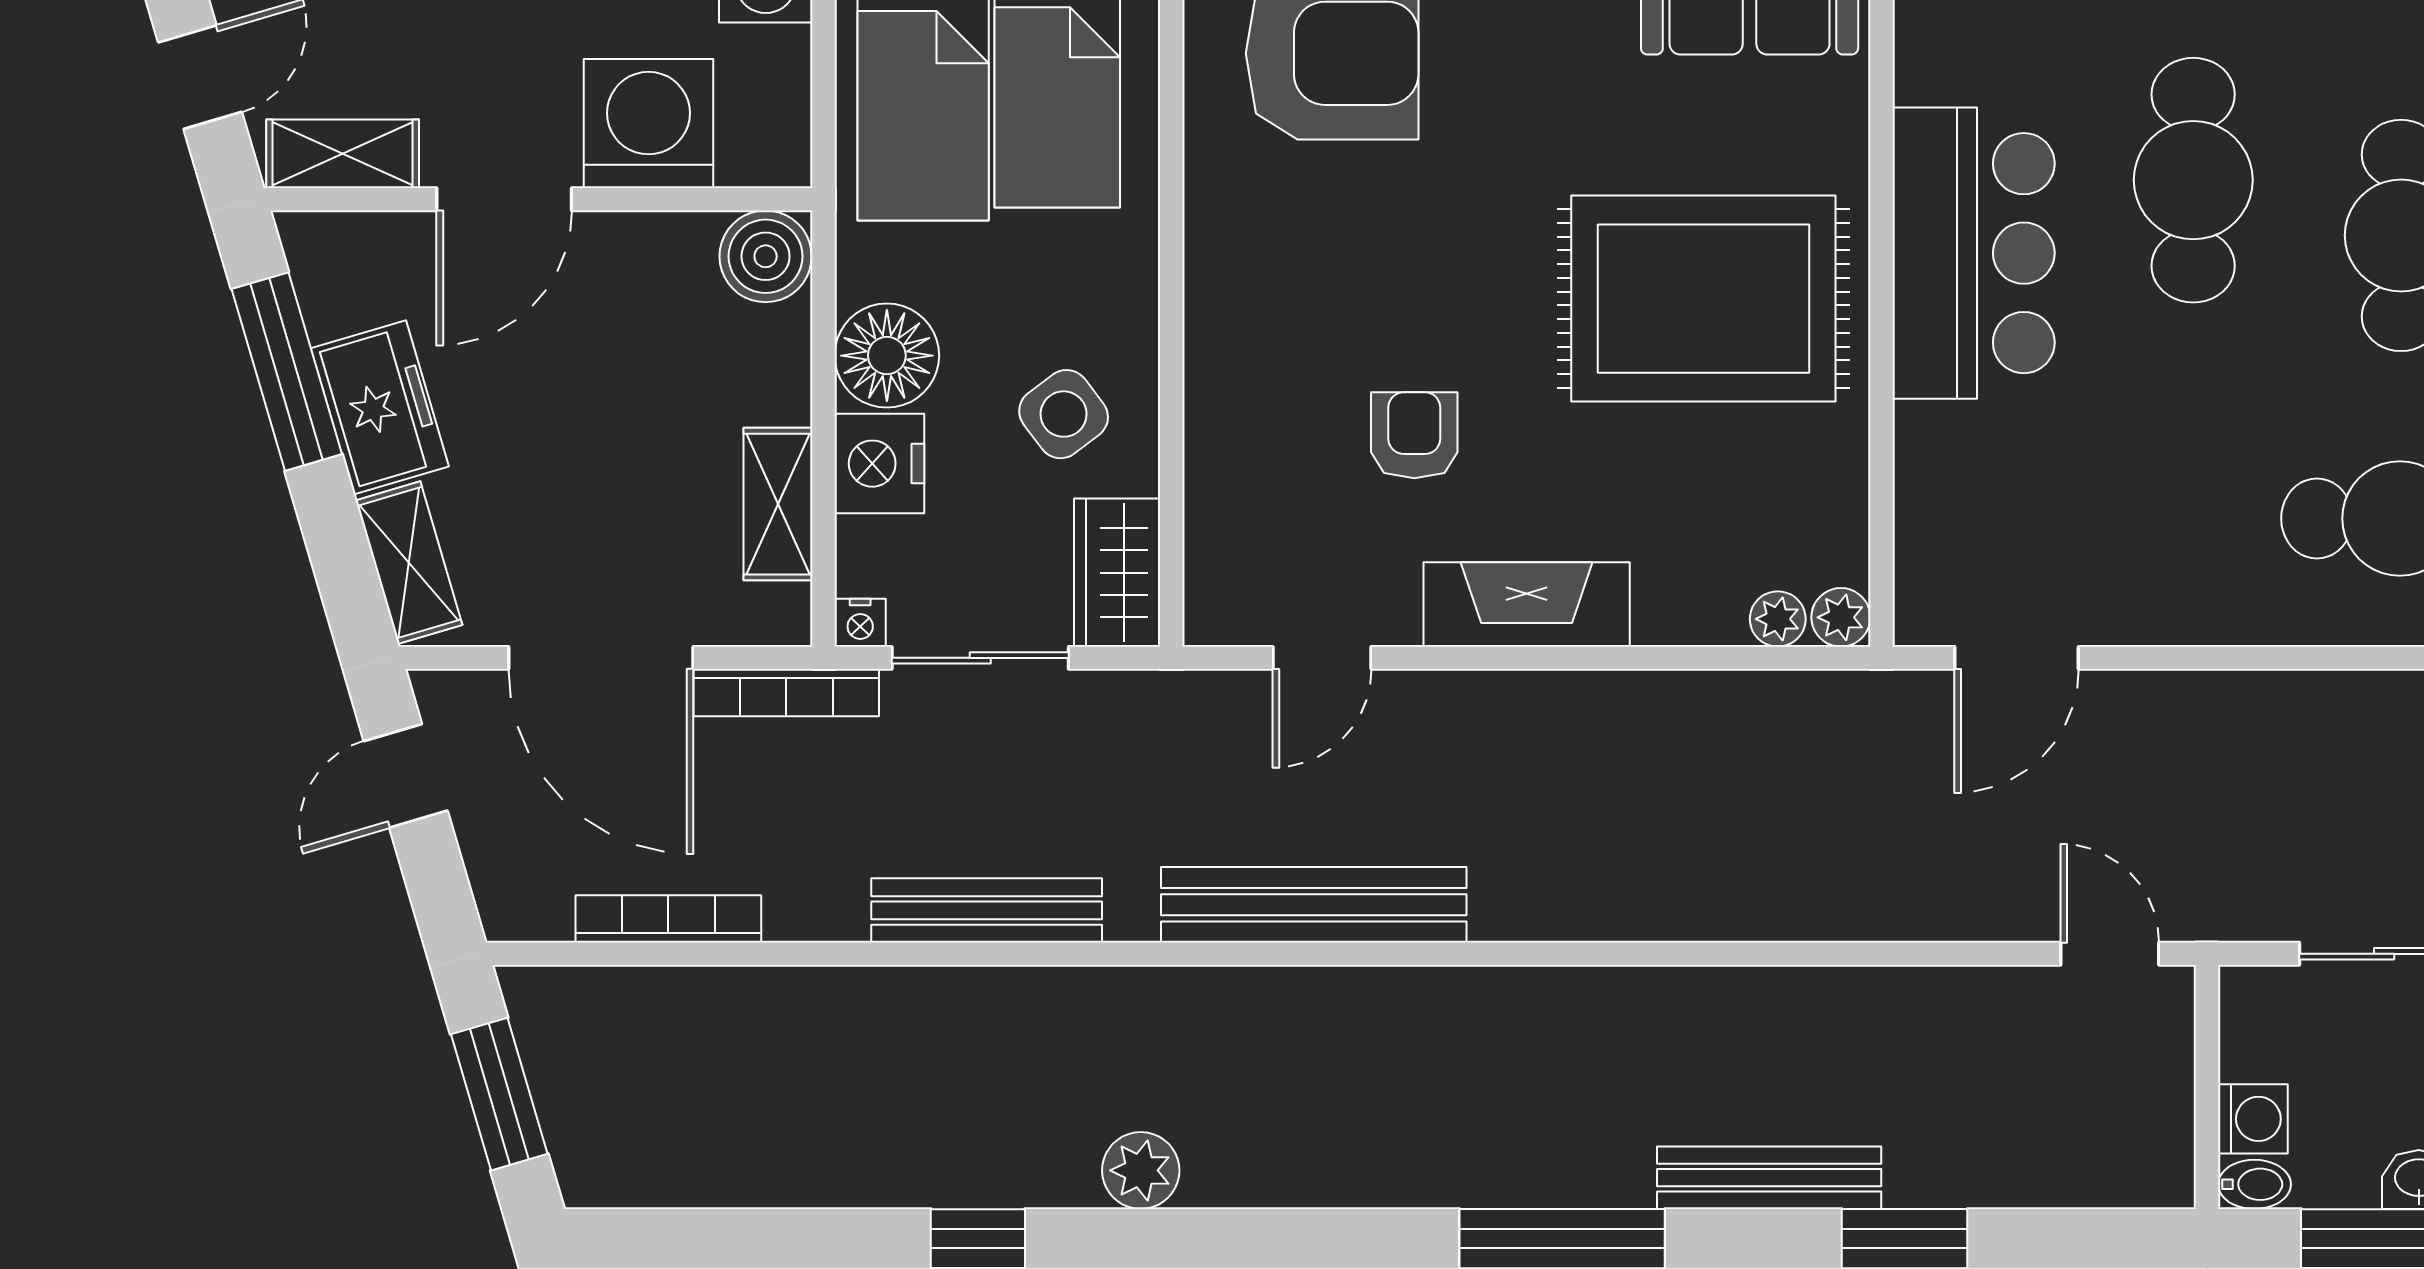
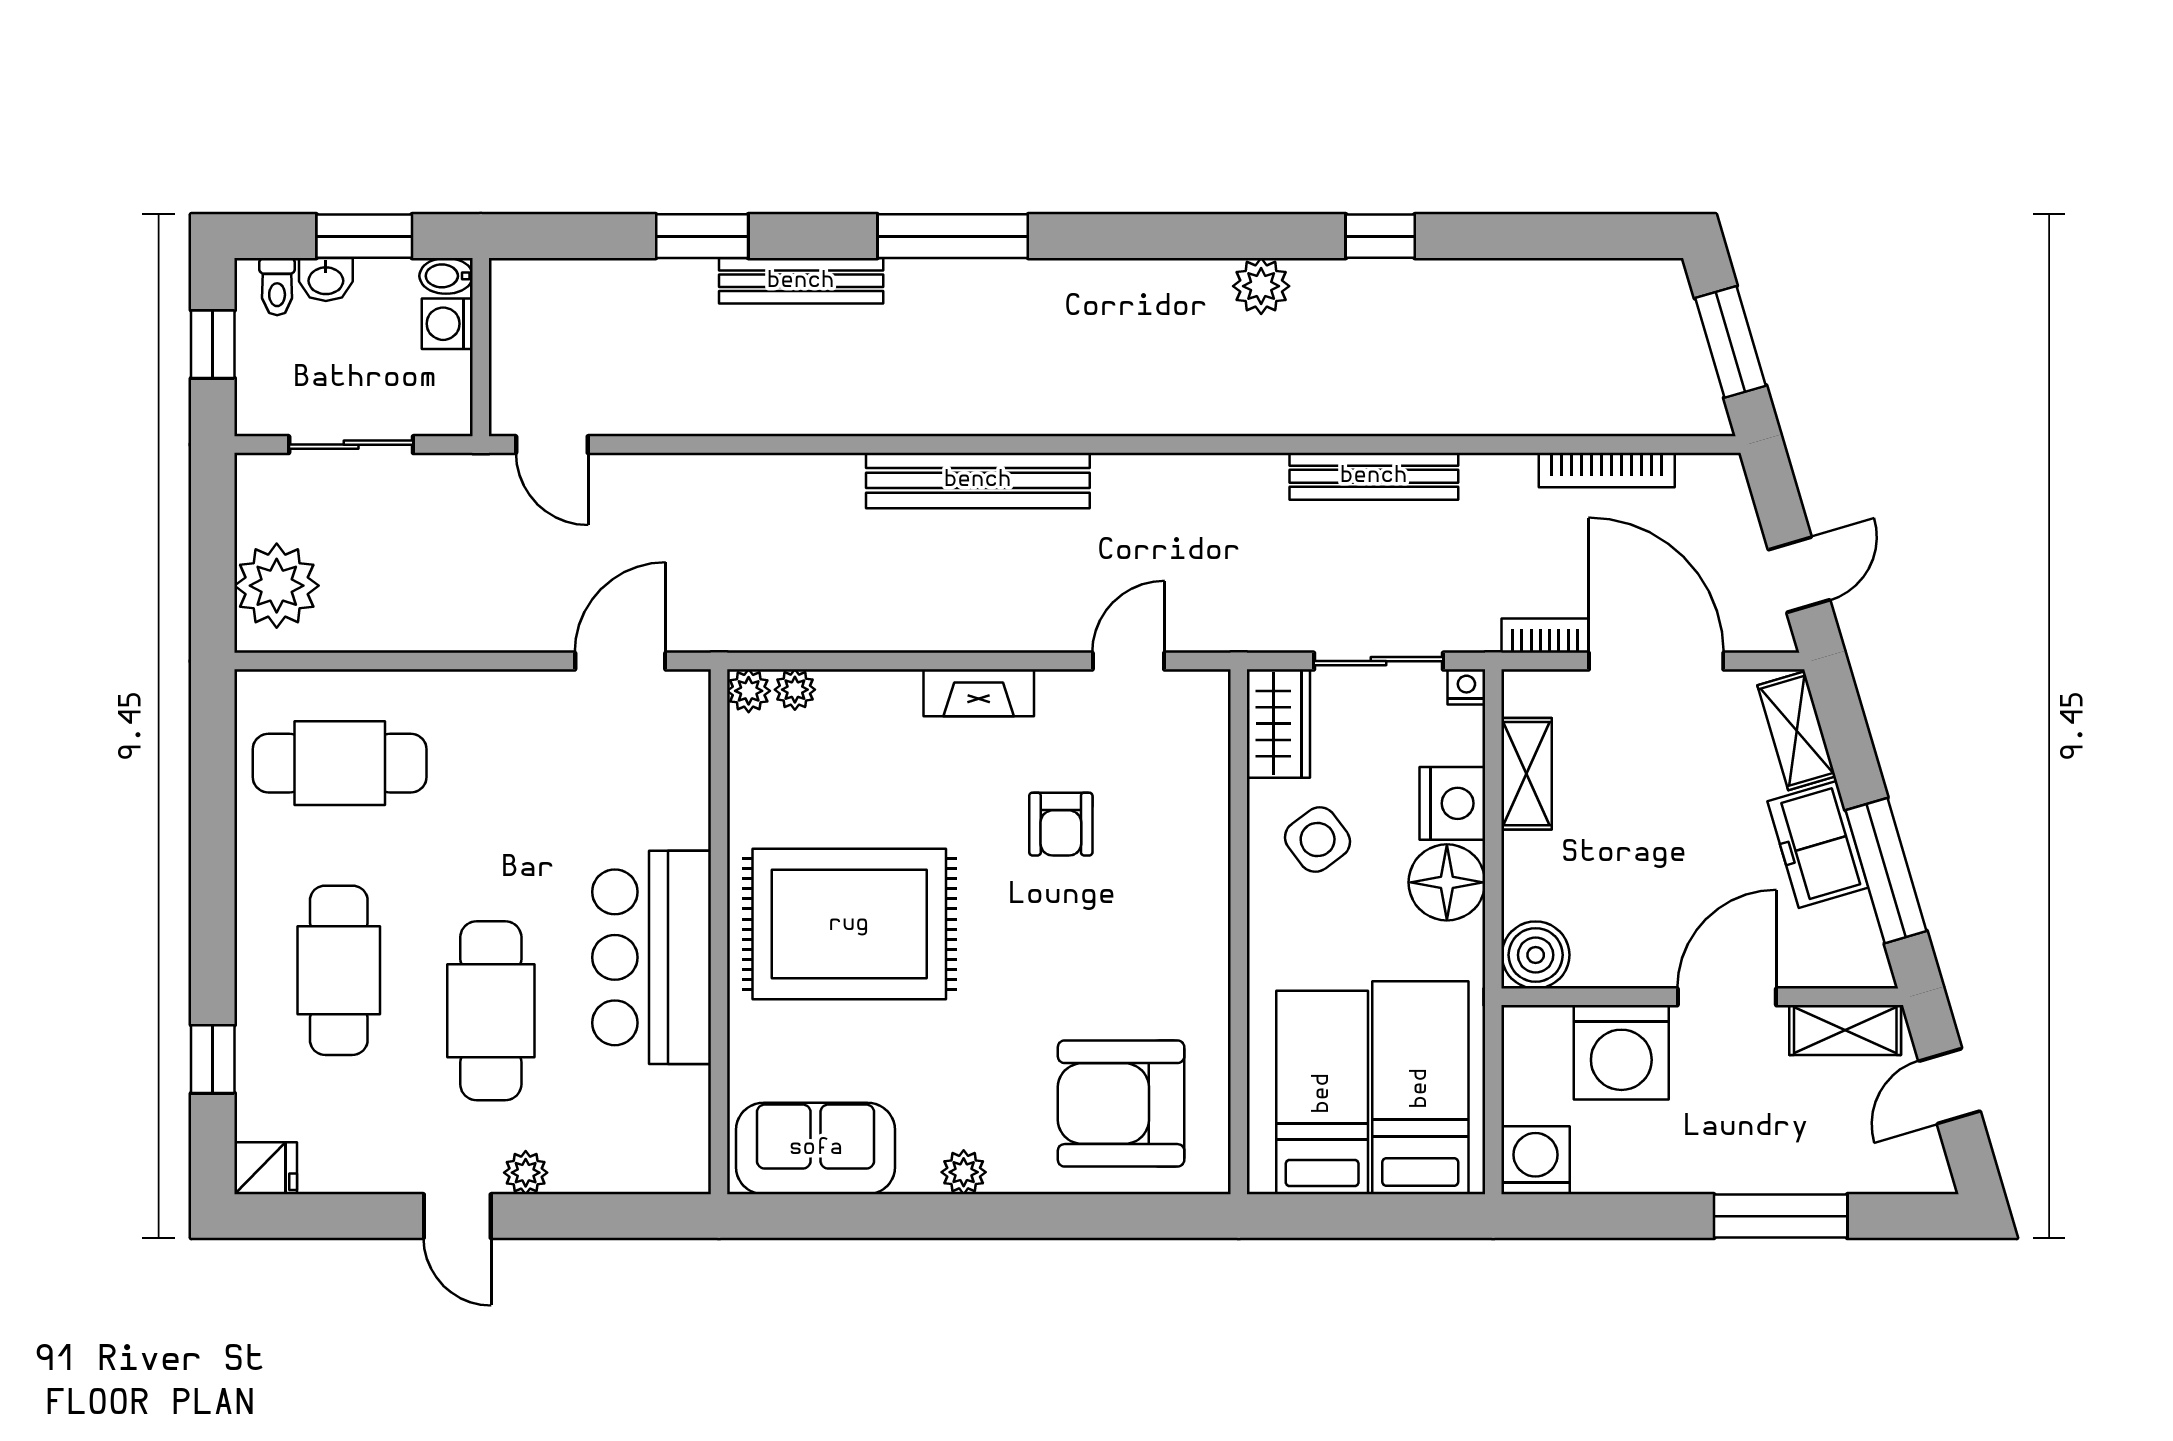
fireplace: (1527, 604) -> (979, 693), width x0.73, depth x0.76
bookcase: (786, 693) -> (1545, 636), width x0.64
bench: (1314, 905) -> (978, 480), moved

